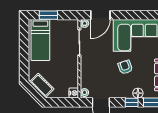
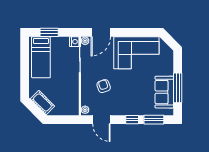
armchair: (125, 67) -> (104, 86), moved
nightstand: (74, 93) -> (74, 42), moved
floor lamp: (138, 93) -> (138, 110), removed

